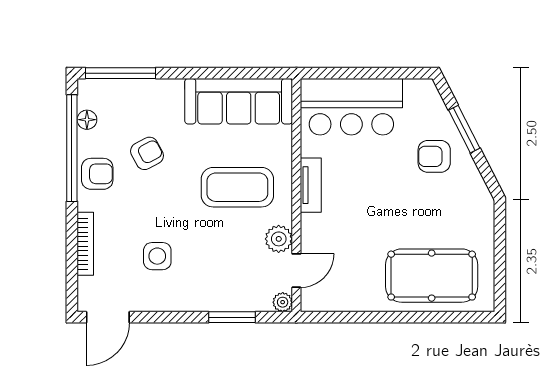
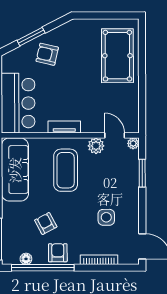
armchair: (434, 156) -> (47, 54), turned 103

